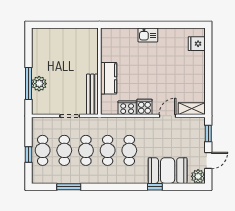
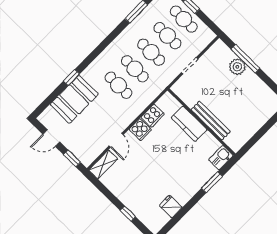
window: (132, 25) -> (212, 182), added
kitchen sink: (148, 35) -> (221, 158), moved
fridge: (197, 44) -> (171, 206), moved, turned -90
window: (208, 60) -> (128, 214), added
bench: (92, 94) -> (211, 121), moved
door: (208, 160) -> (51, 138), hinge flipped
plant: (198, 176) -> (47, 118), removed

